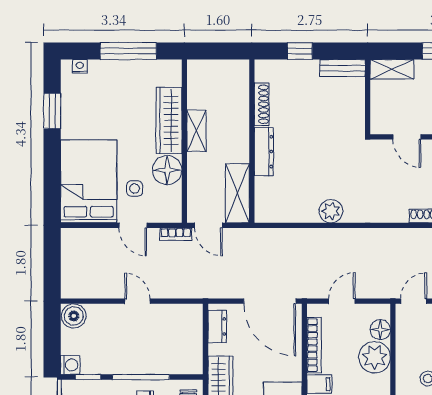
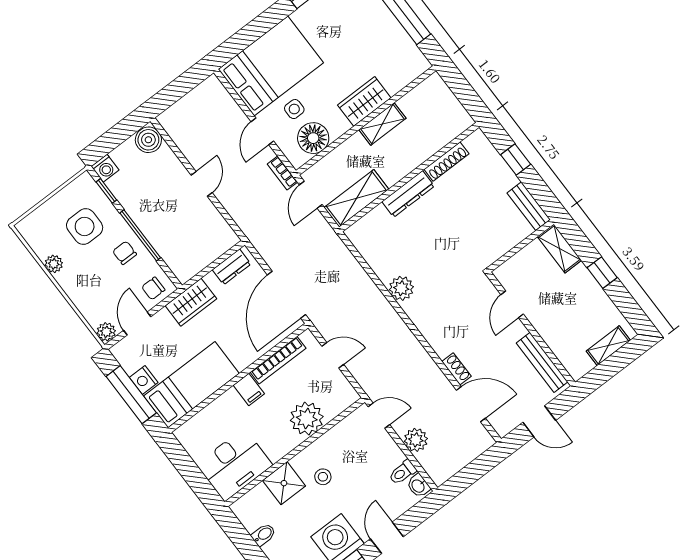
wardrobe: (169, 120) -> (364, 101), width x0.67
floor lamp: (167, 170) -> (313, 138), moved
floor lamp: (380, 330) -> (334, 406), removed

